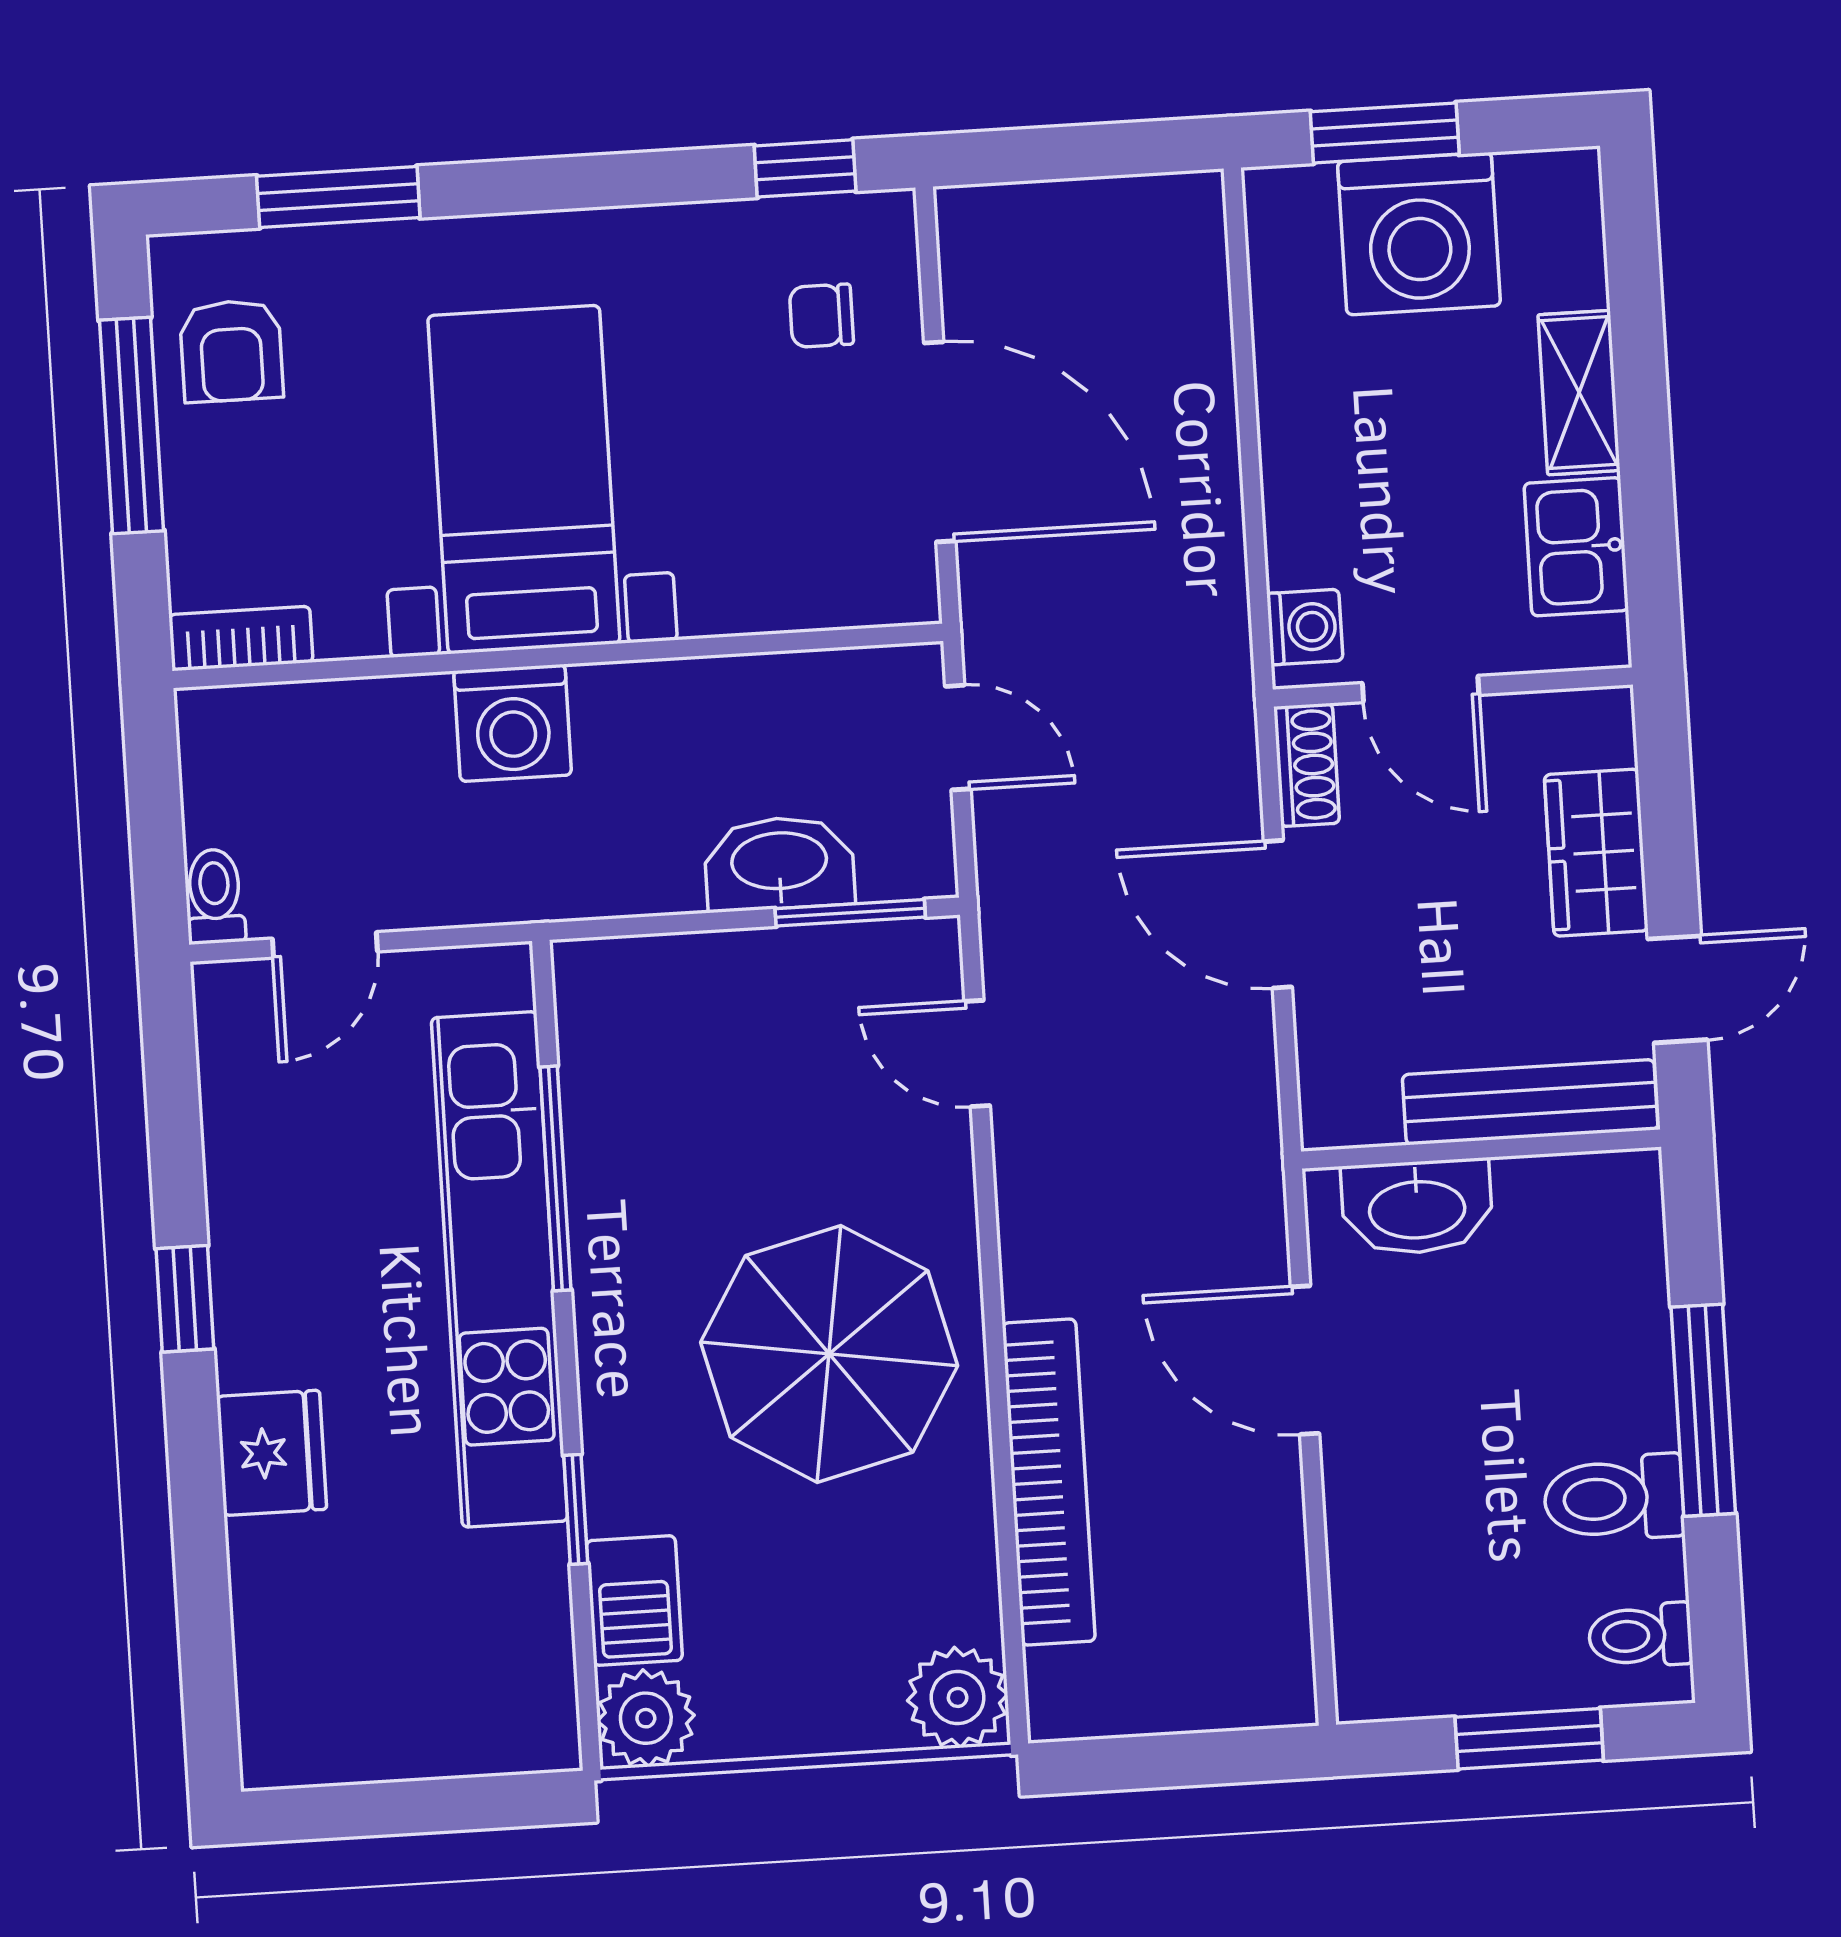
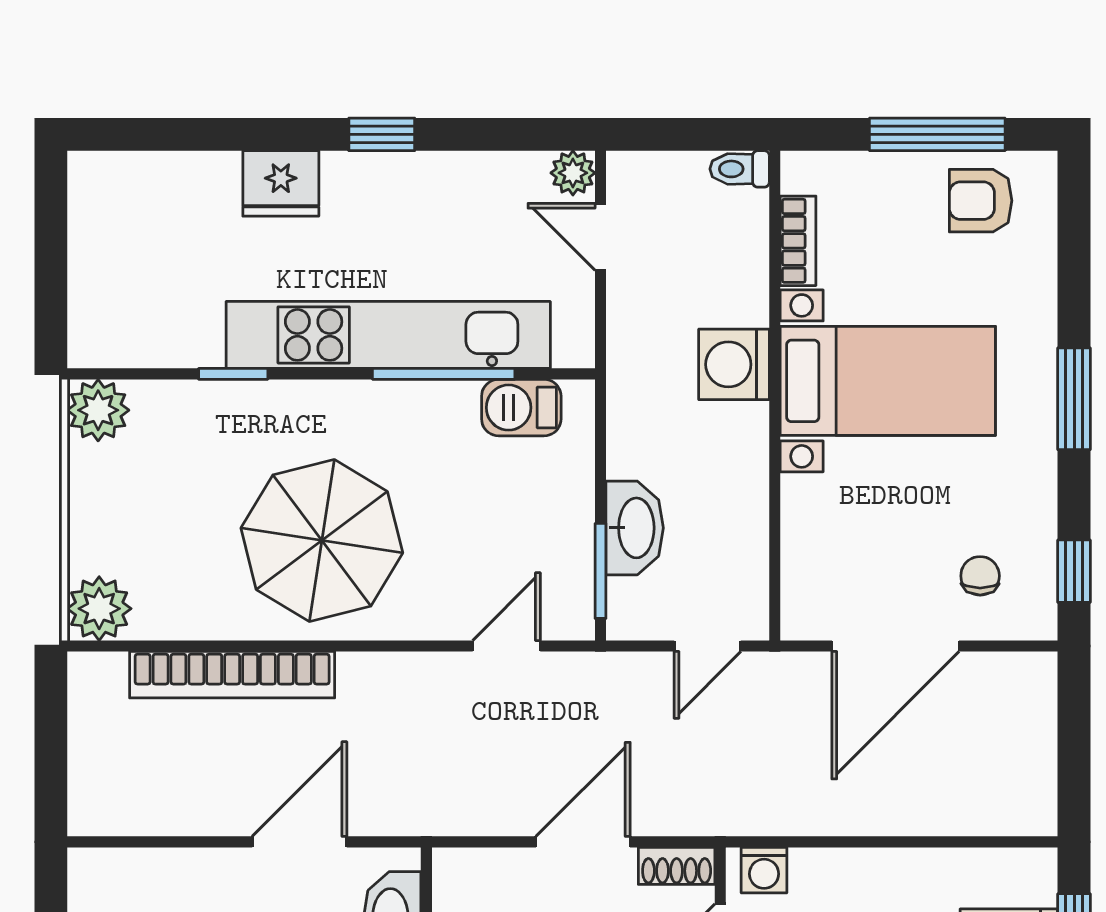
window: (338, 197) -> (1074, 399), moved
bookcase: (241, 638) -> (798, 241), moved
toilet: (215, 896) -> (740, 169), moved, turned 180
plant: (227, 995) -> (573, 173), added
barbecue: (634, 1601) -> (521, 408), moved

